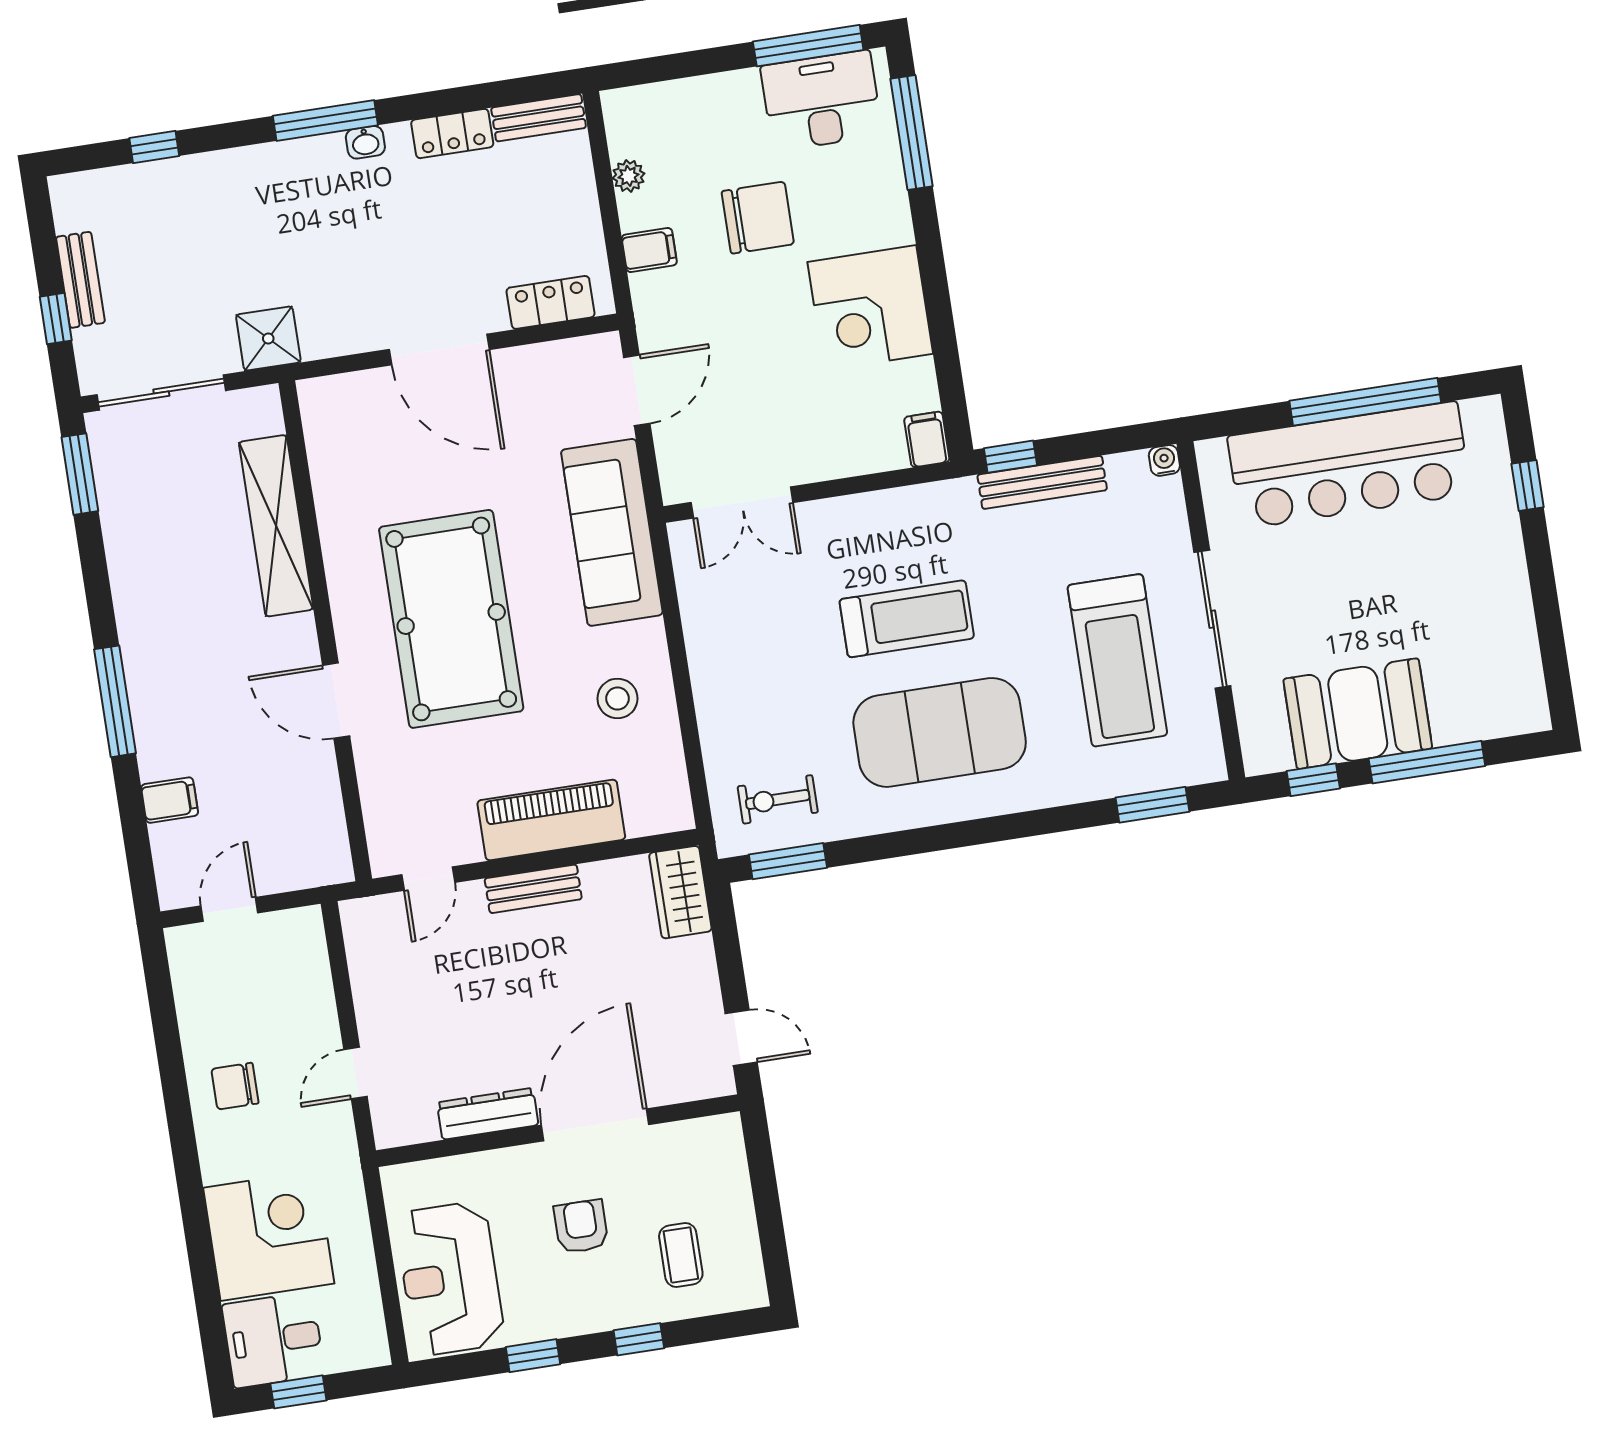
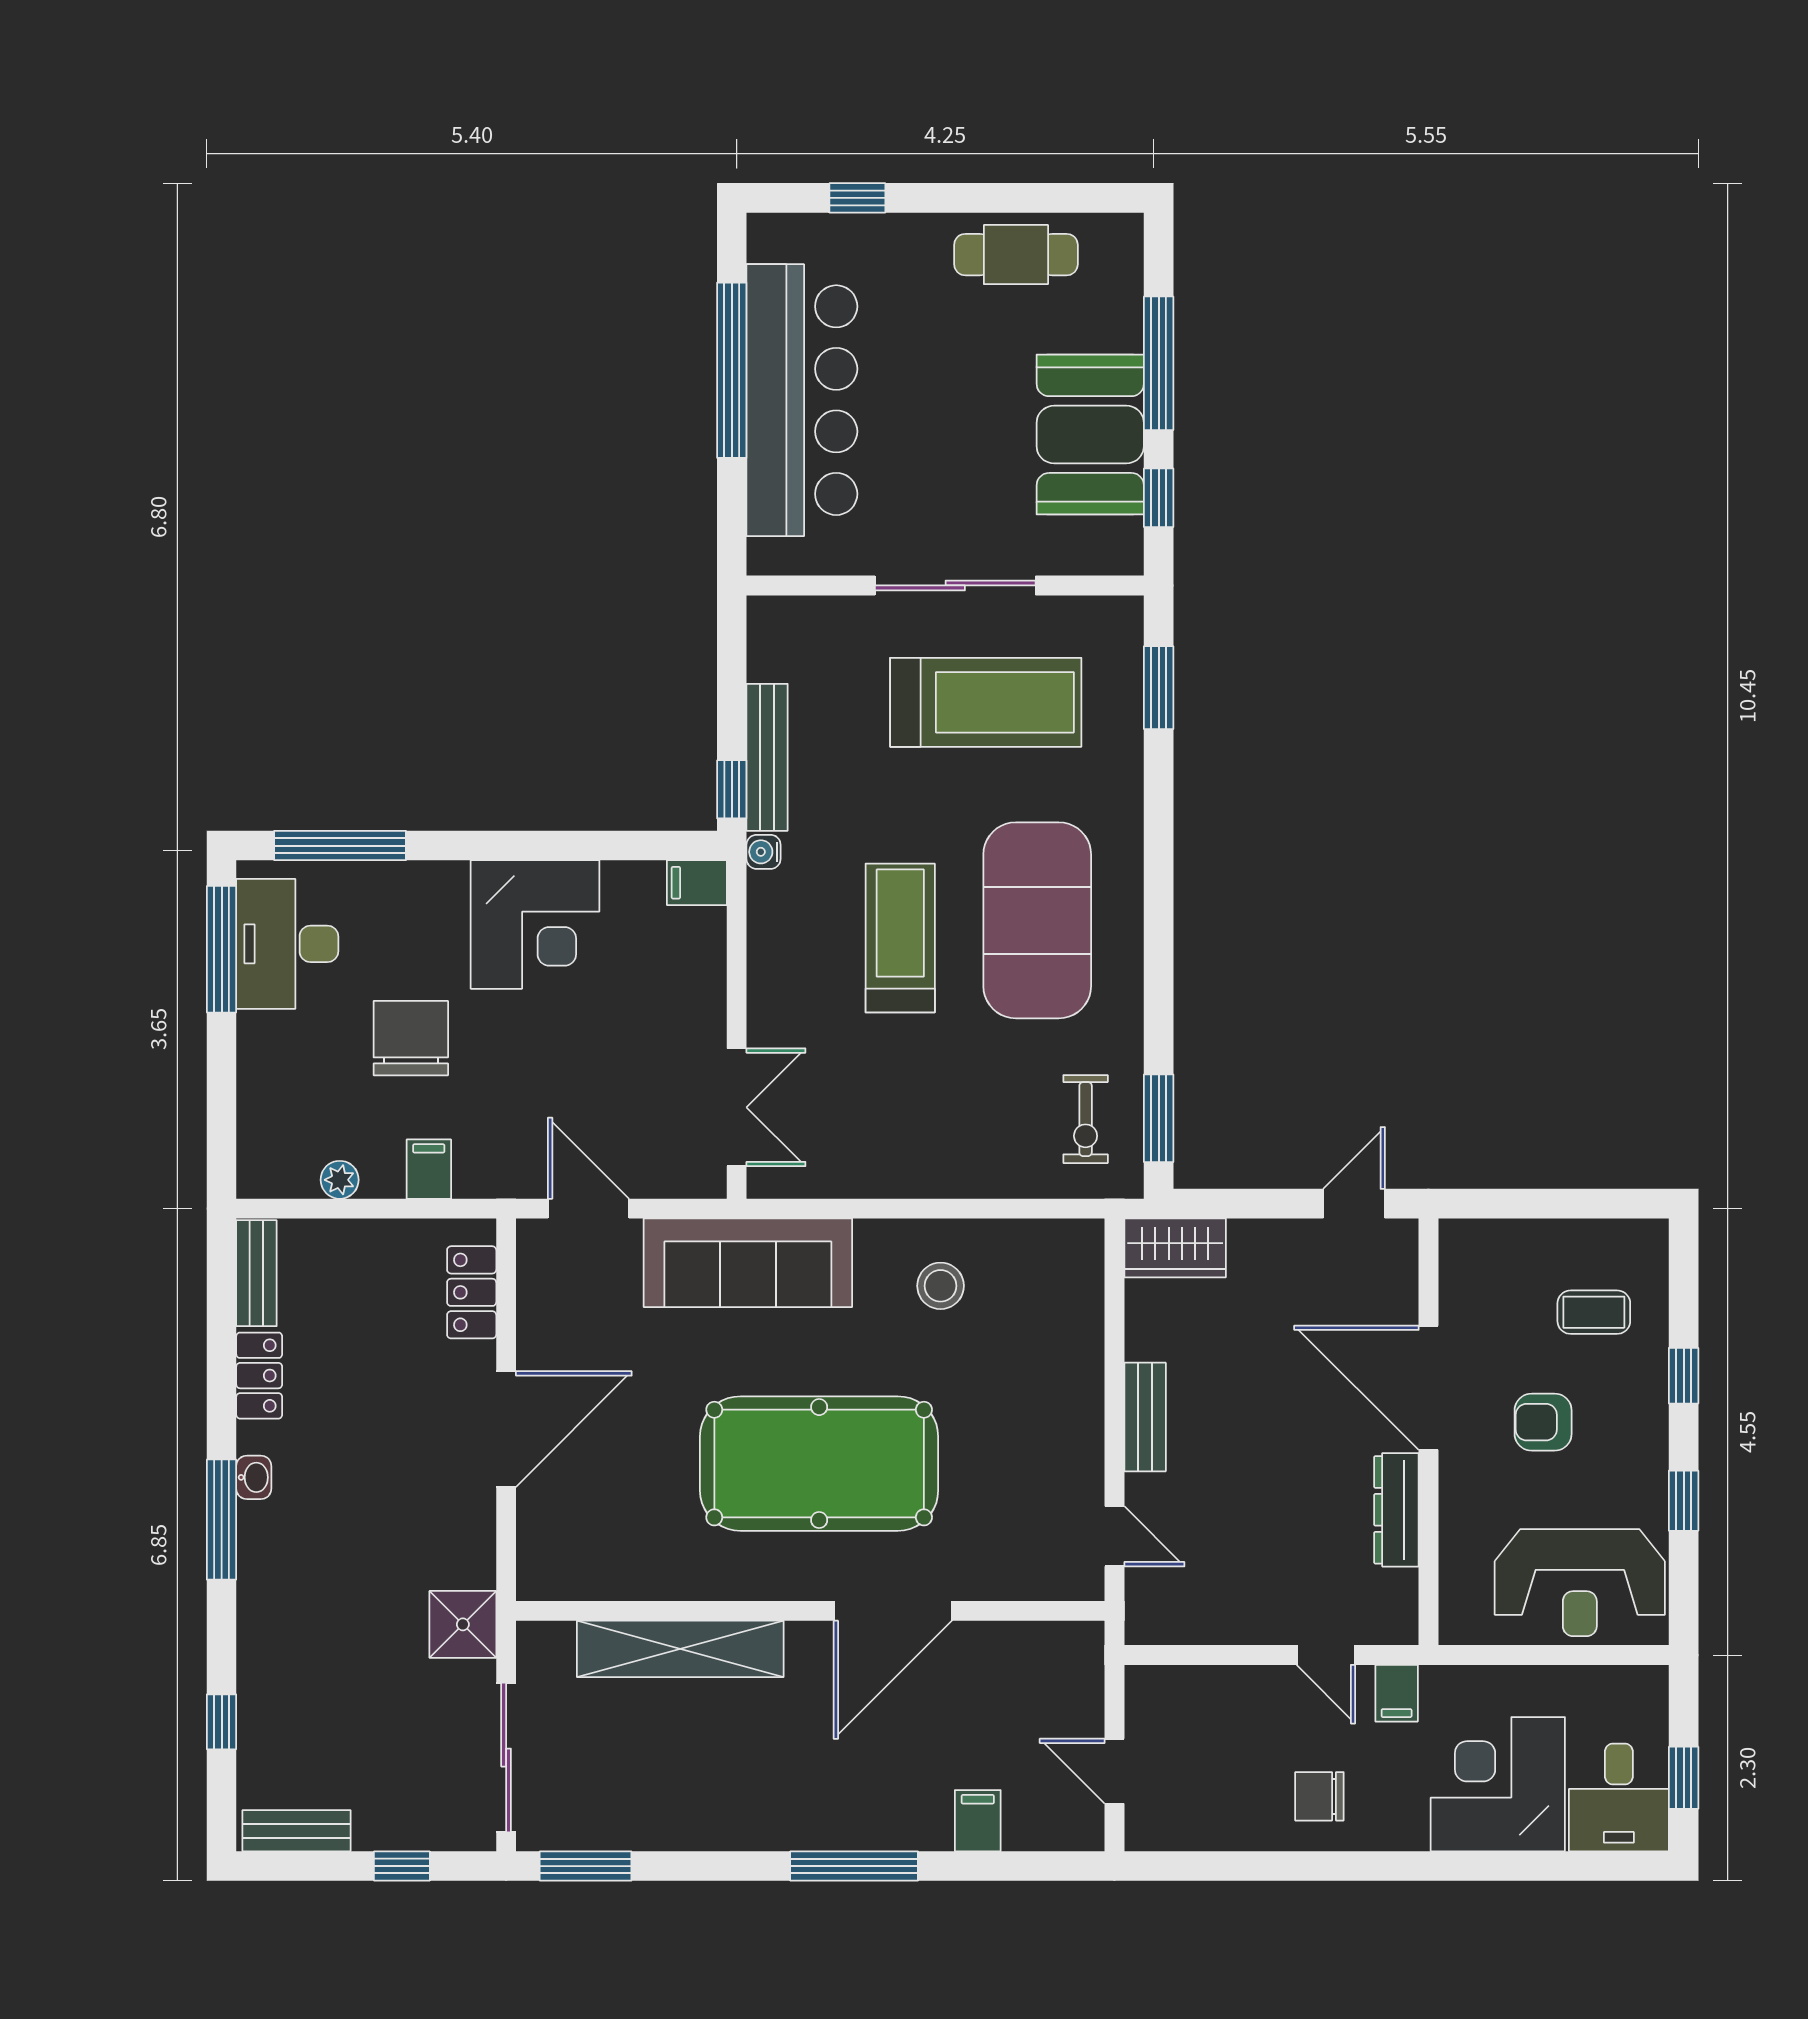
bench: (80, 280) -> (297, 1831), moved
water cooler: (1164, 460) -> (764, 852), moved
cafe table: (1500, 627) -> (1016, 255), added
door: (336, 701) -> (893, 1611), width x1.36
piano: (551, 820) -> (1069, 1384), removed
chair: (235, 1086) -> (1319, 1796), turned 90
filing cabinet: (332, 1138) -> (1397, 1693), added

